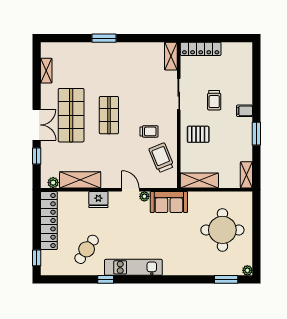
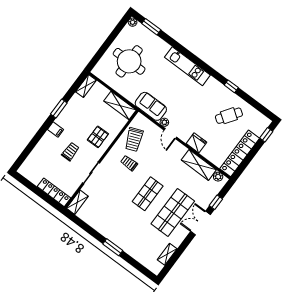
pallet: (198, 134) -> (98, 137), turned 90
kitchen unit: (133, 267) -> (187, 66), moved

